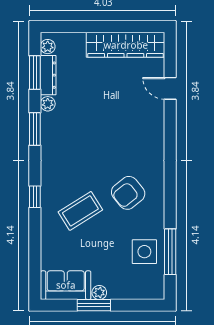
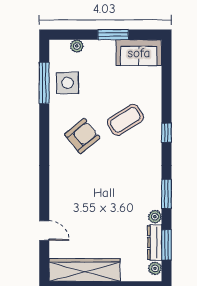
plant: (99, 293) -> (77, 46), moved

